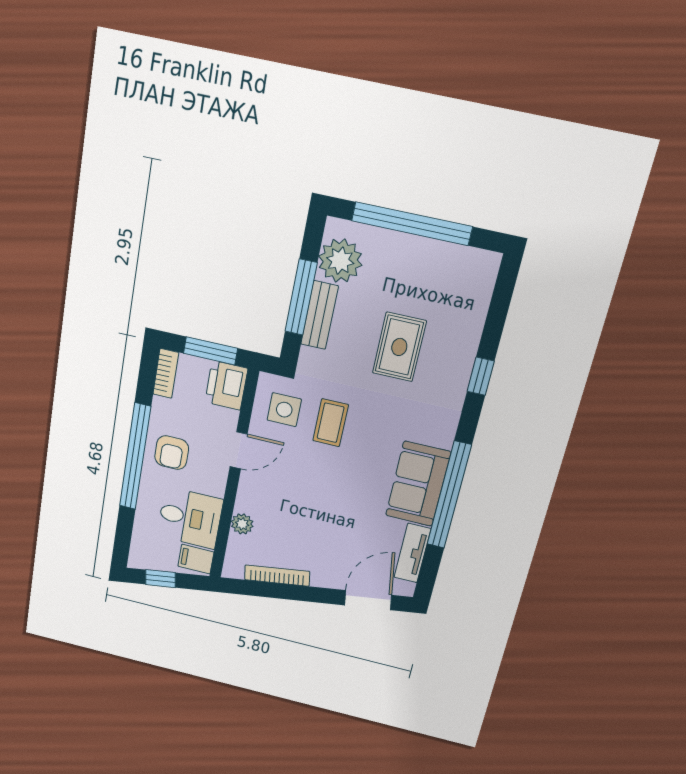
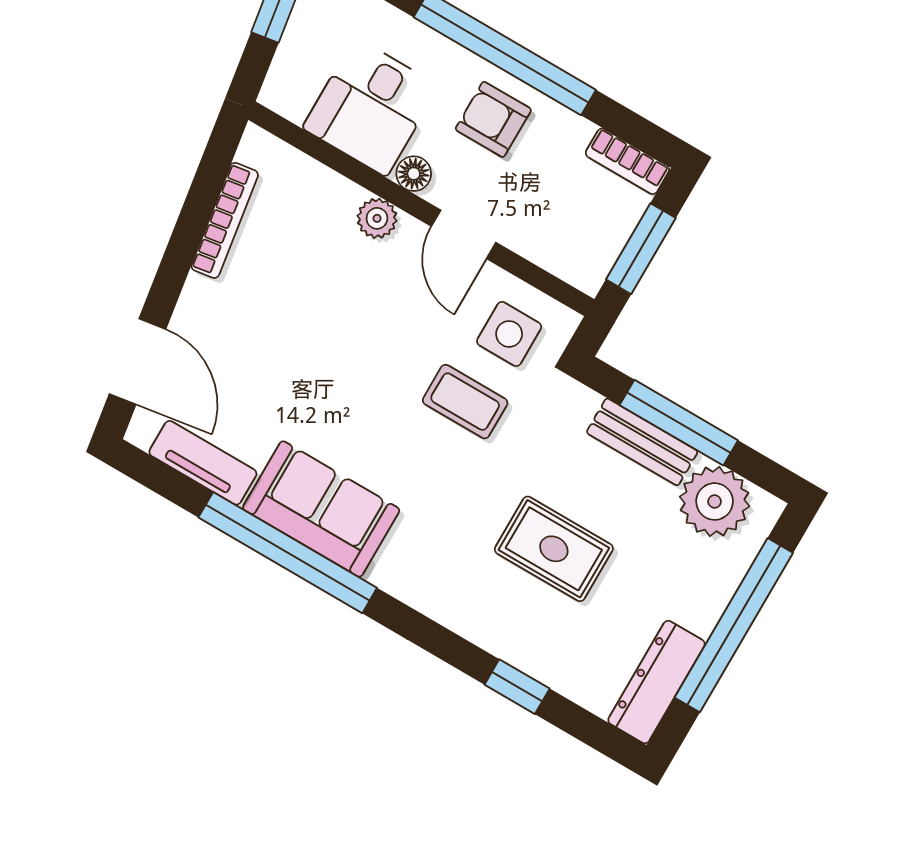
dresser: (462, 260) -> (656, 682), added
window: (481, 376) -> (517, 687), moved
printer: (226, 385) -> (577, 254), removed
floor lamp: (216, 486) -> (414, 174), added
plant: (242, 524) -> (377, 218), moved
filing cabinet: (196, 559) -> (294, 89), removed

